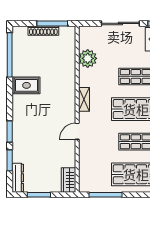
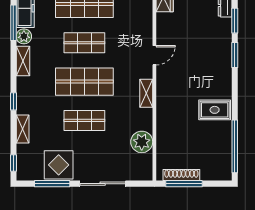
shoe rack: (43, 31) -> (181, 175), moved

